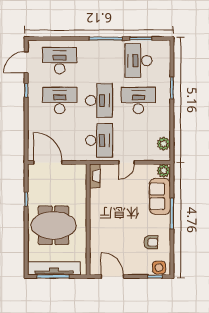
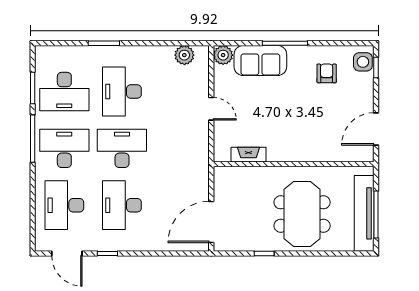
desk: (99, 140) -> (64, 148), moved
fireplace: (95, 176) -> (248, 155), moved

